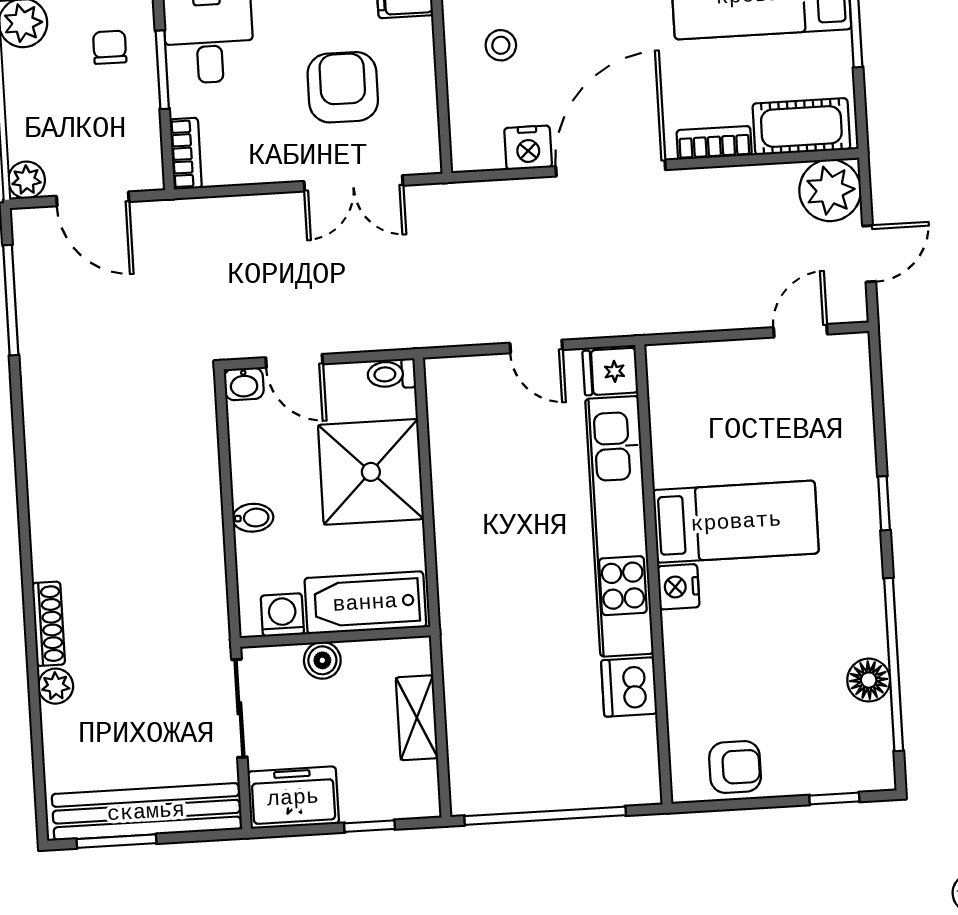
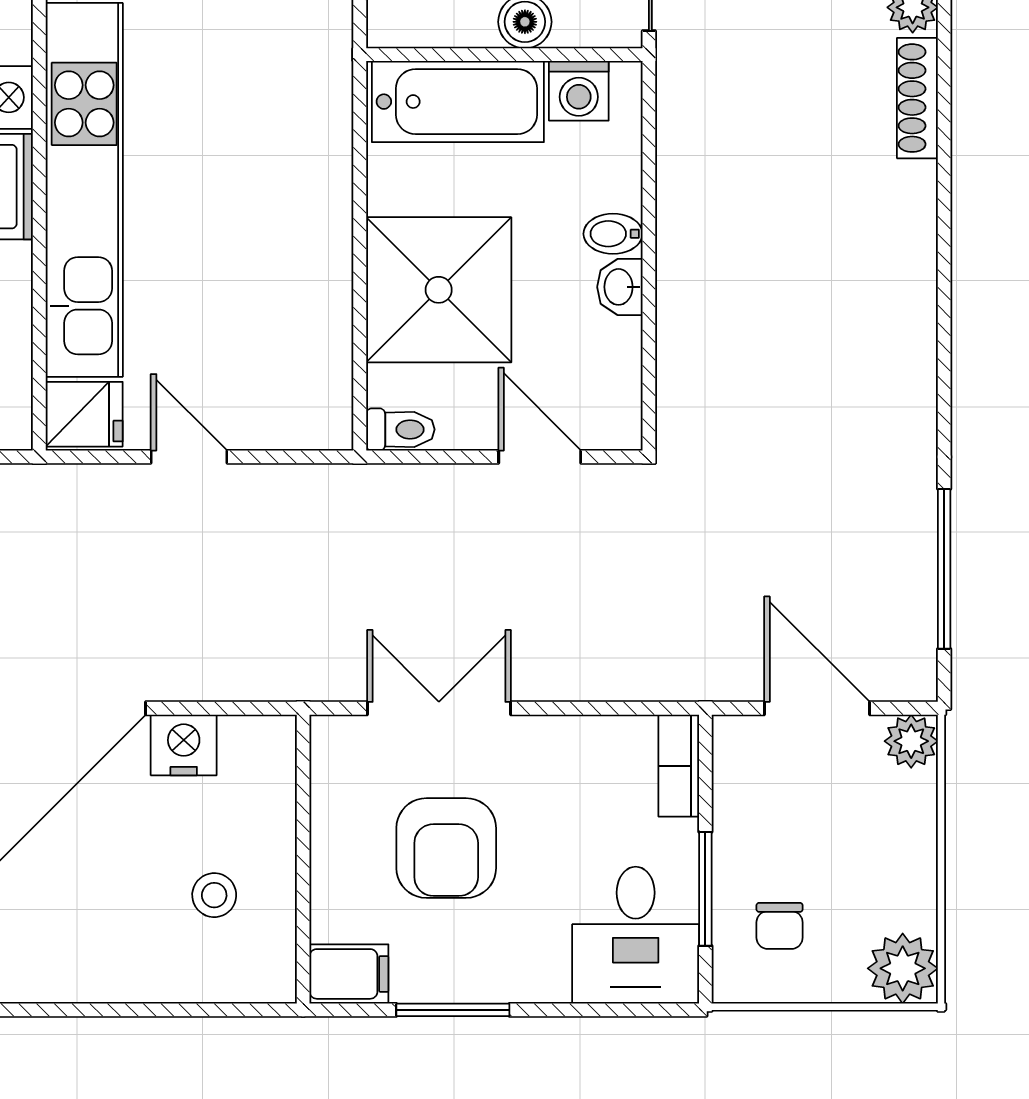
washbasin: (244, 384) -> (620, 287), moved, turned -90

